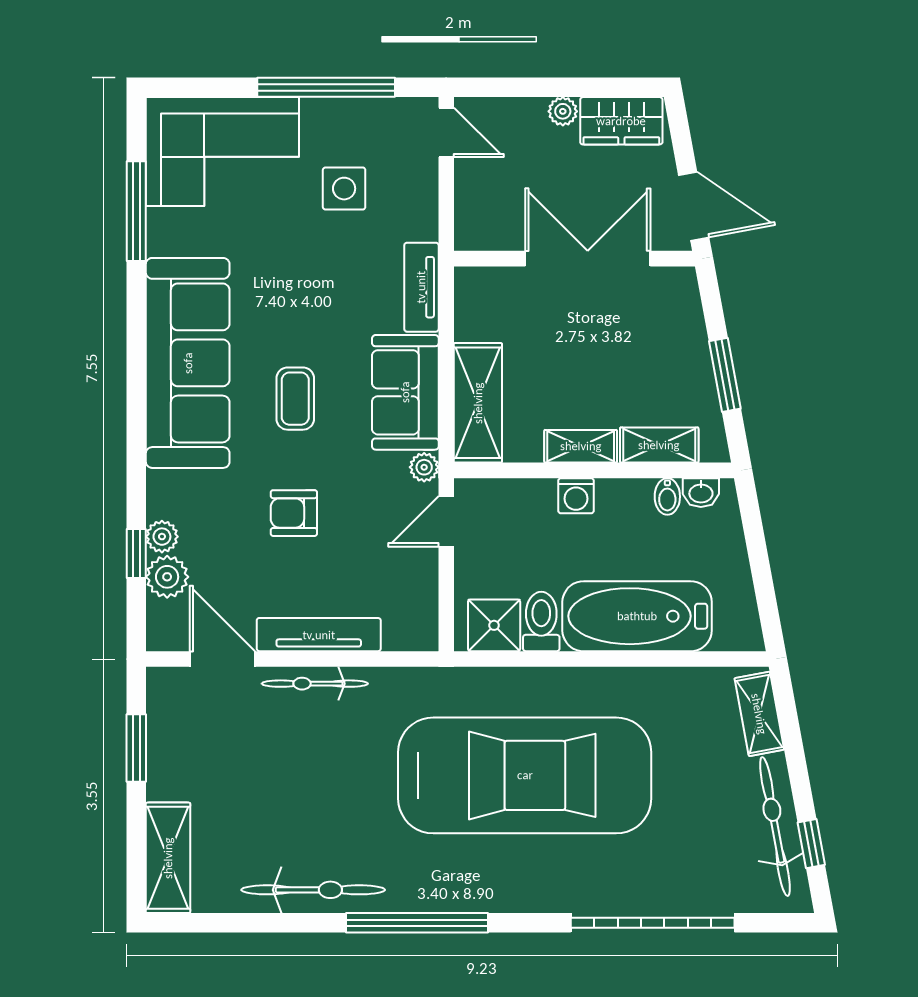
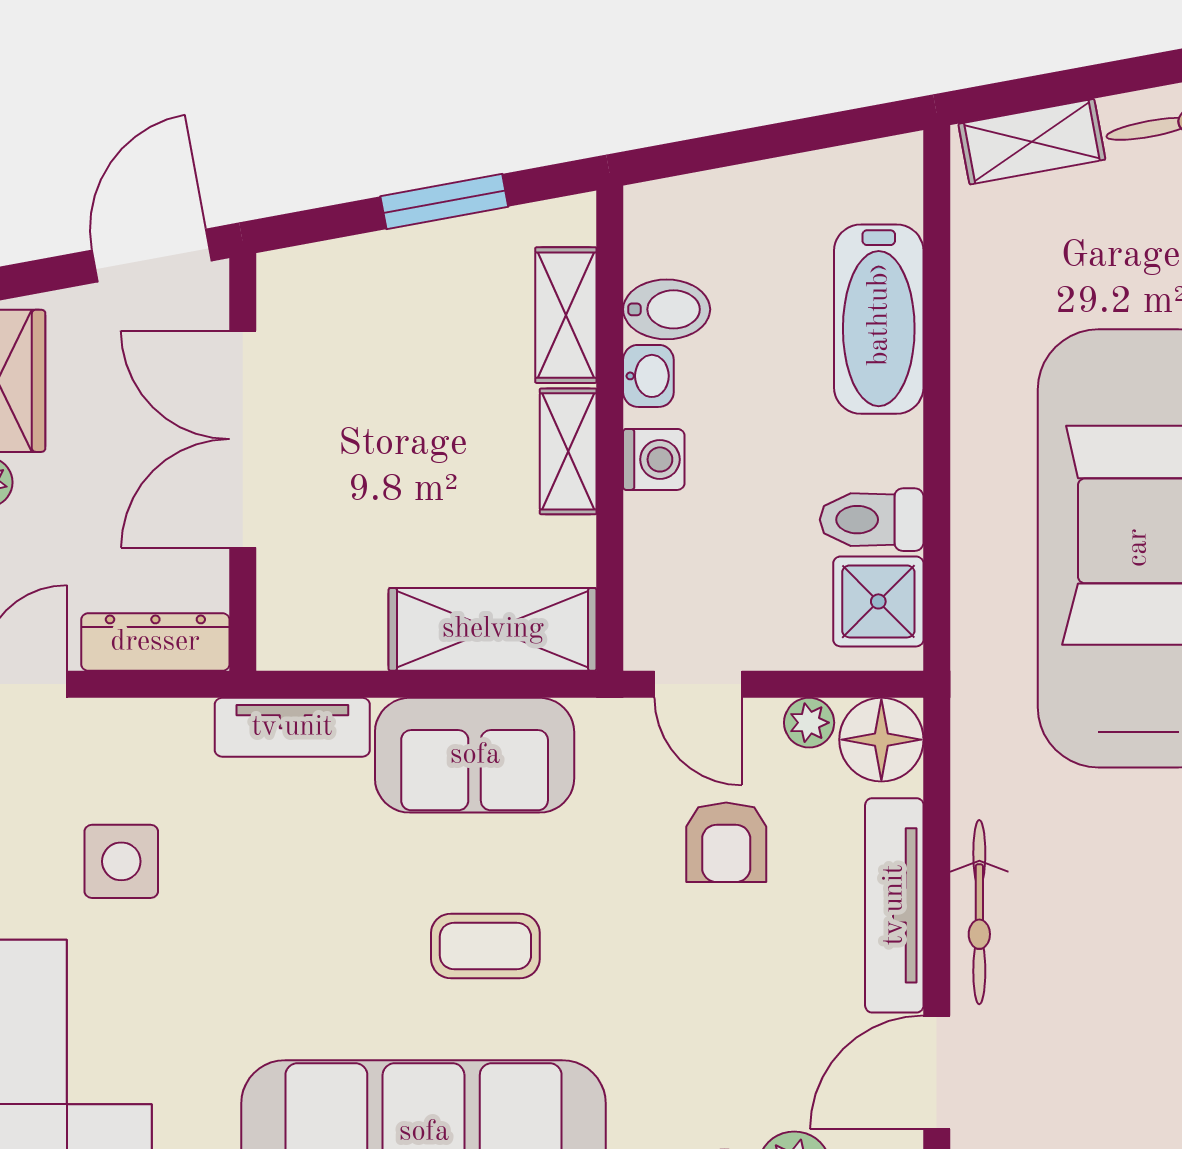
dresser: (471, 208) -> (155, 642), added
plant: (424, 467) -> (809, 723), moved
washbasin: (701, 493) -> (648, 376), moved
bidet: (667, 497) -> (667, 309), width x1.38, depth x1.36
armchair: (294, 513) -> (726, 842), moved
bathtub: (637, 616) -> (879, 319), width x0.73, depth x0.73
floor lamp: (414, 627) -> (881, 740), added

